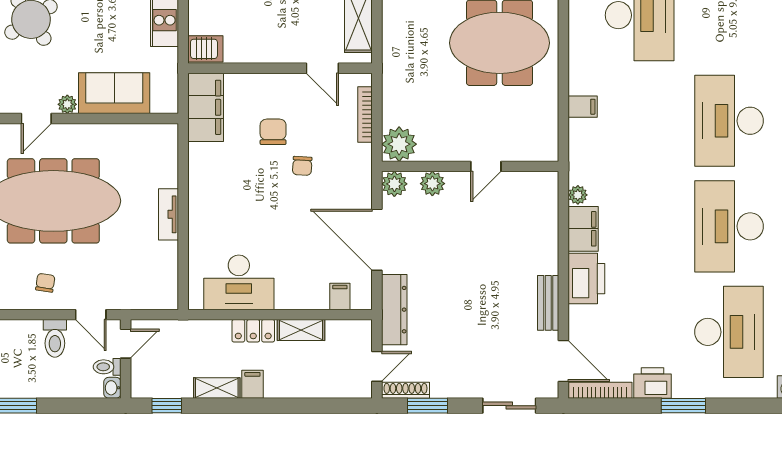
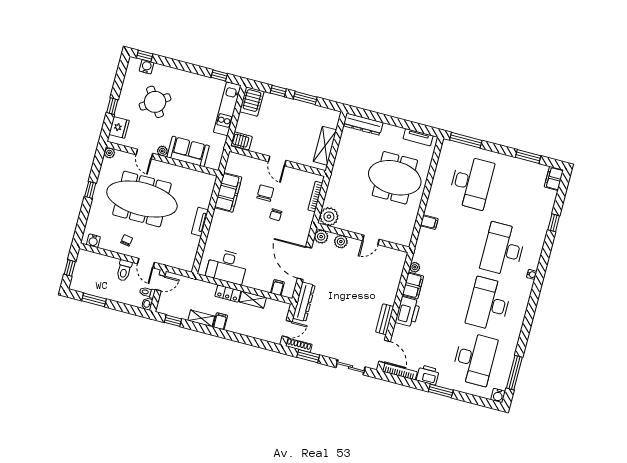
door: (322, 68) -> (277, 161), moved
filing cabinet: (206, 107) -> (228, 192), moved
door: (36, 119) -> (144, 154), hinge flipped

